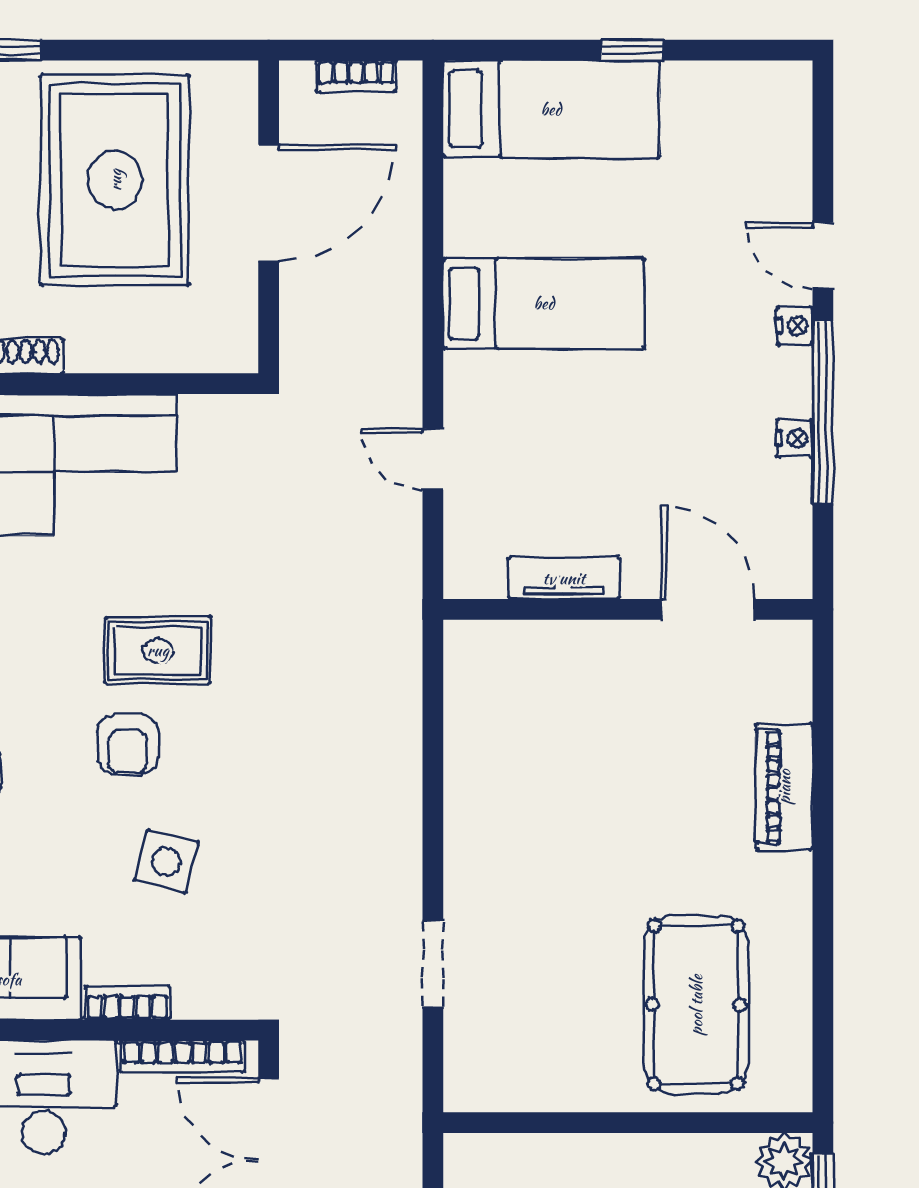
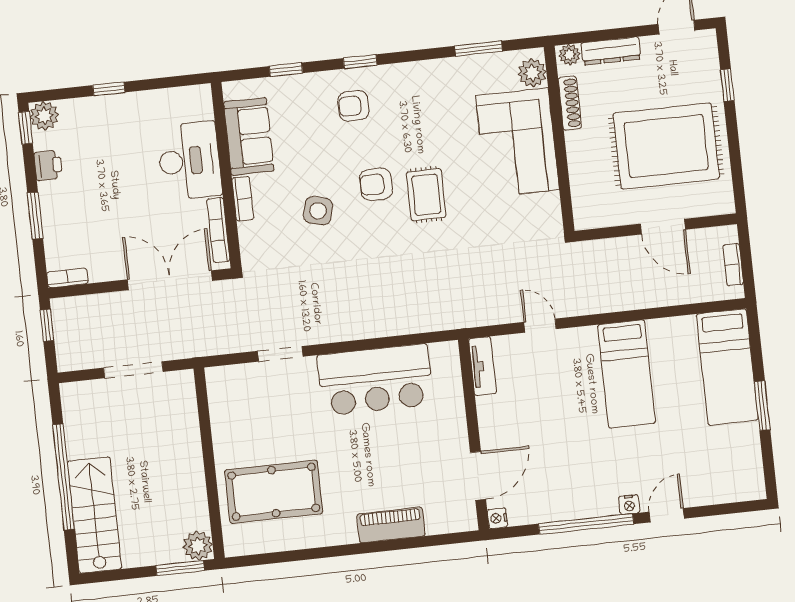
window: (632, 50) -> (762, 406), width x1.50
door: (269, 203) -> (663, 227), width x0.73
nightstand: (795, 439) -> (497, 518), moved, turned 90
door: (433, 459) -> (540, 326), hinge flipped
tv unit: (564, 578) -> (483, 366), moved
bar counter: (503, 787) -> (375, 380), added

